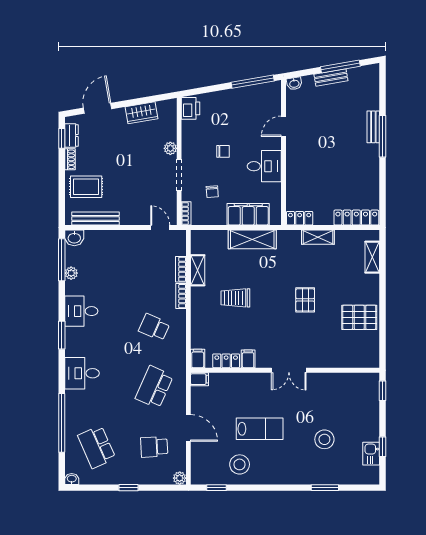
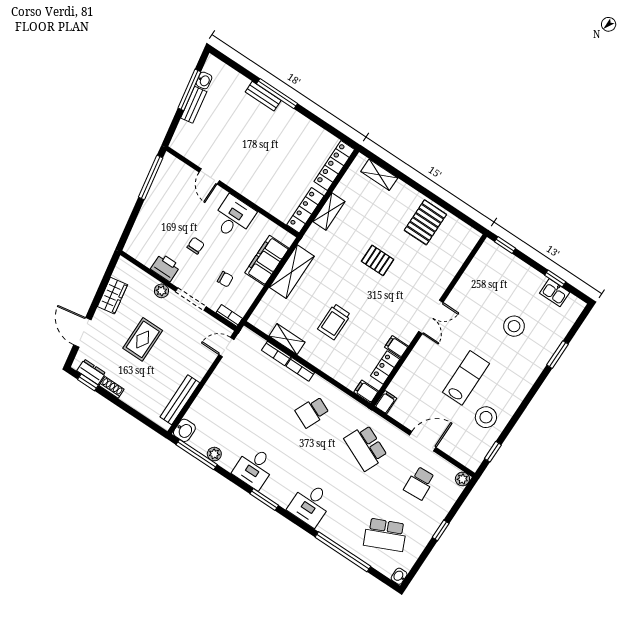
washbasin: (294, 83) -> (204, 80), moved
printer: (191, 108) -> (165, 267), moved
rug: (86, 187) -> (143, 339), moved
locker: (300, 218) -> (305, 210), width x1.53

